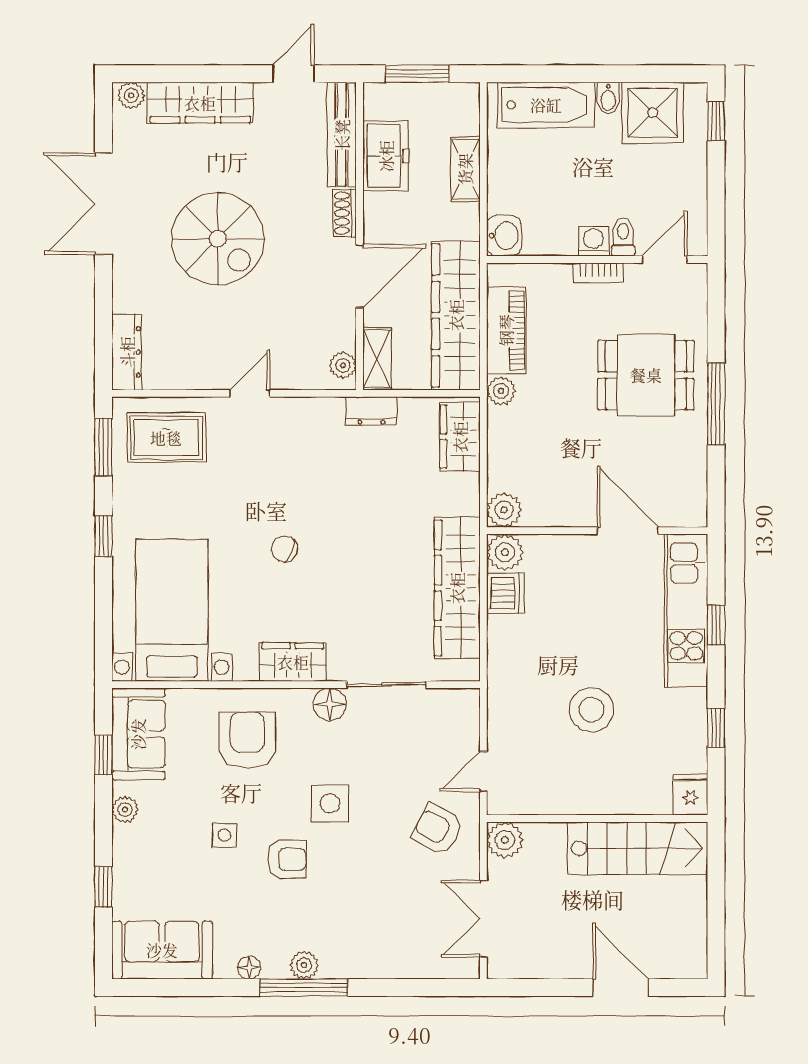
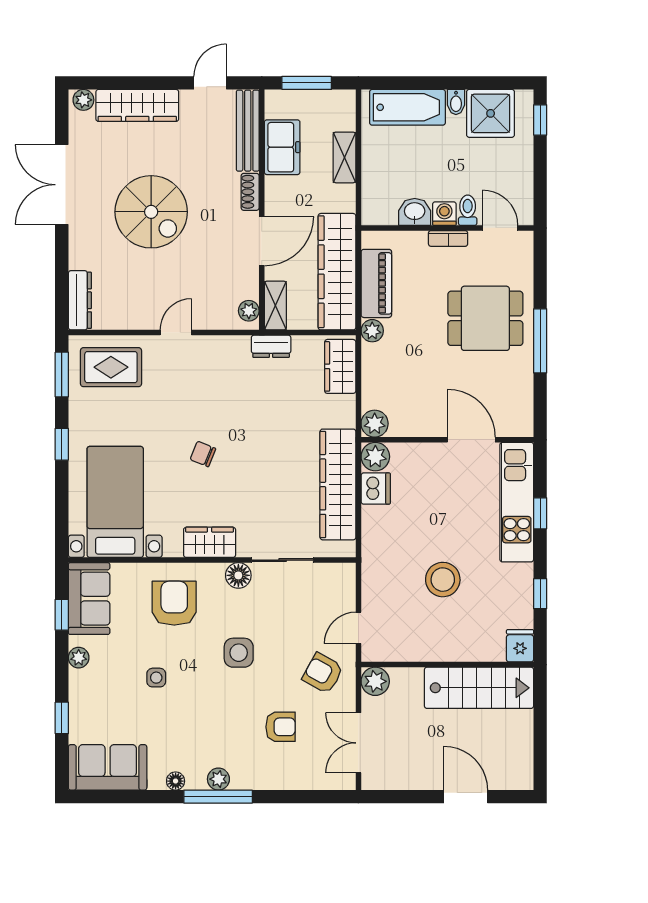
washbasin: (504, 236) -> (415, 212), moved, turned -90
door: (665, 259) -> (500, 228), hinge flipped
armchair: (287, 859) -> (281, 727), moved

